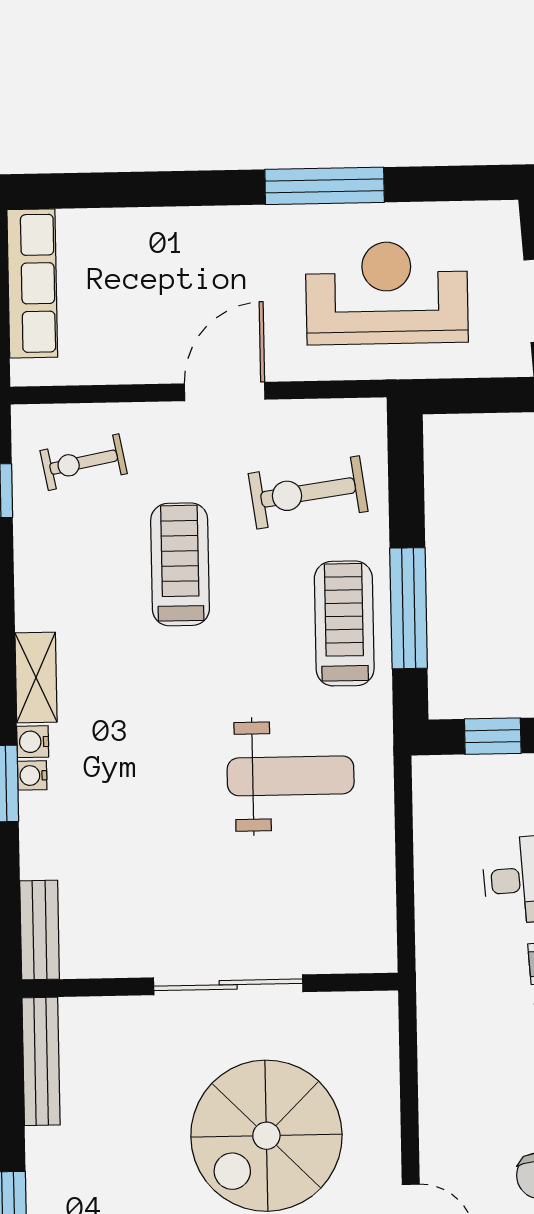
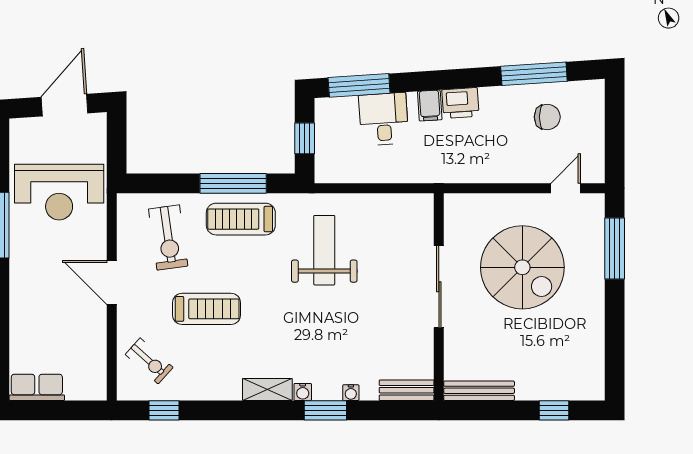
row of seats: (32, 283) -> (37, 387), width x0.68
reception desk: (387, 293) -> (59, 192), turned -90
exercise bike: (84, 462) -> (149, 361), turned -37
treadmill: (180, 564) -> (207, 309), turned 180
water cooler: (32, 775) -> (351, 393), moved

